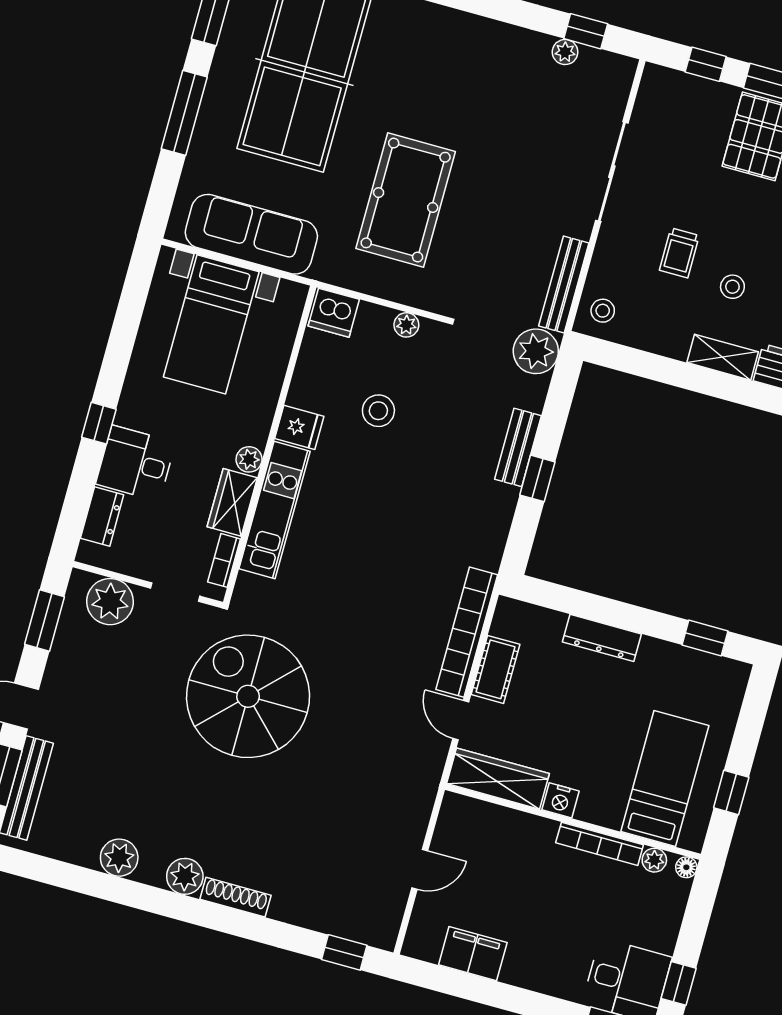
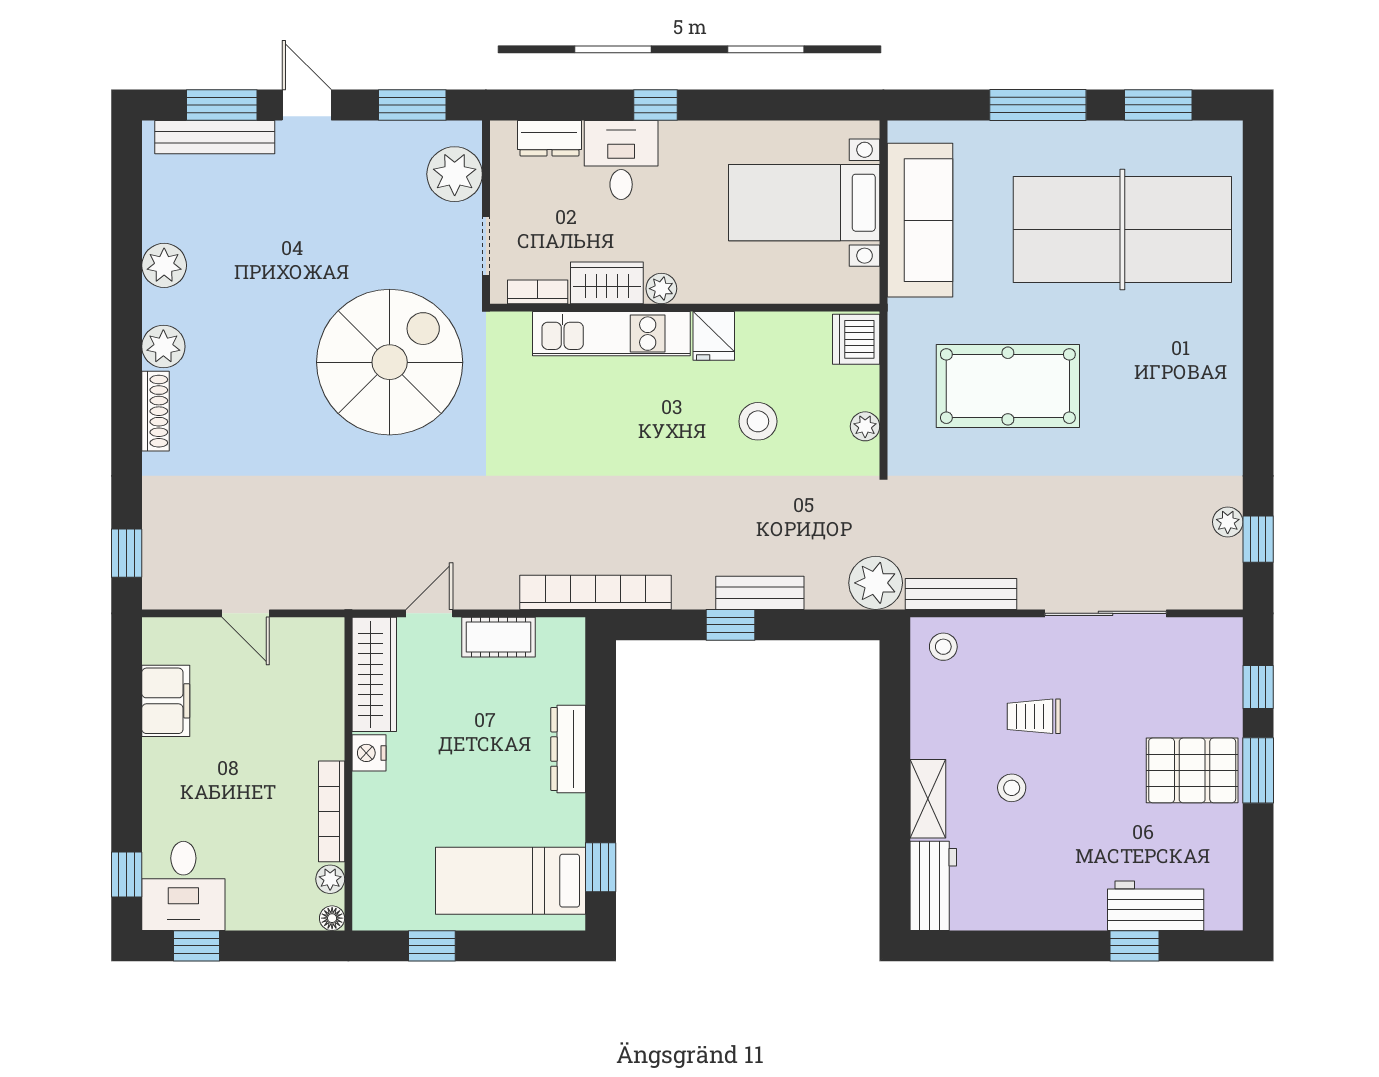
bookcase: (467, 632) -> (596, 592), moved
bed: (665, 779) -> (511, 881), moved, turned 180

